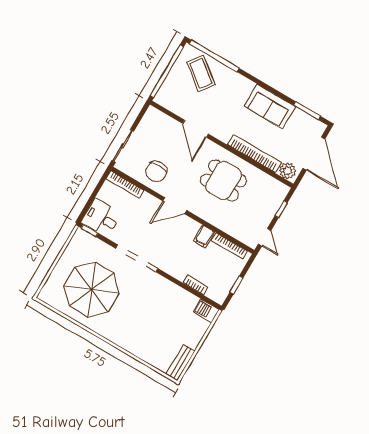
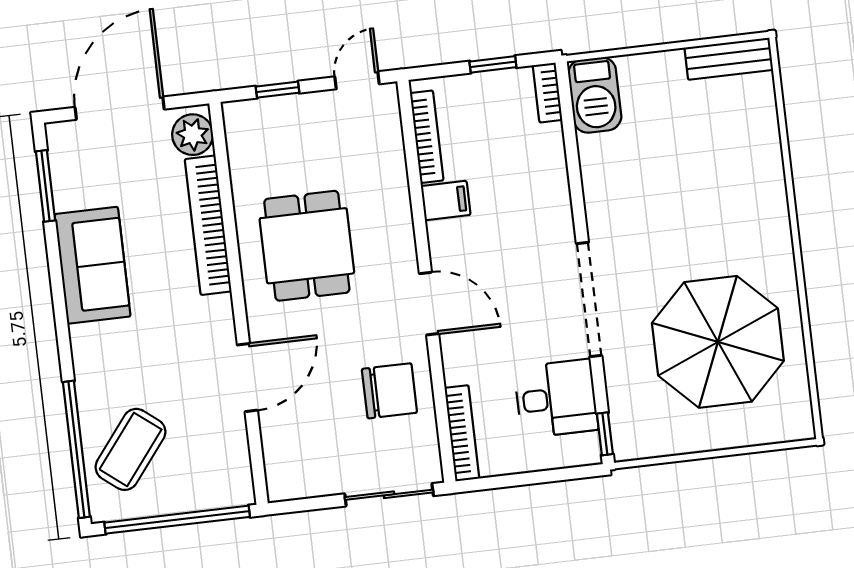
desk: (101, 218) -> (556, 399), moved, turned -90
bookcase: (195, 285) -> (548, 93), moved
barbecue: (206, 311) -> (595, 95), width x1.38, depth x1.27

